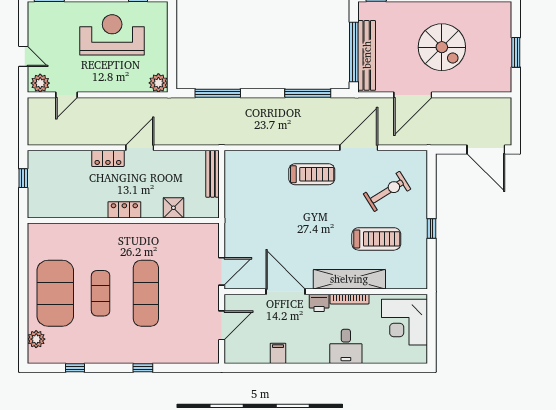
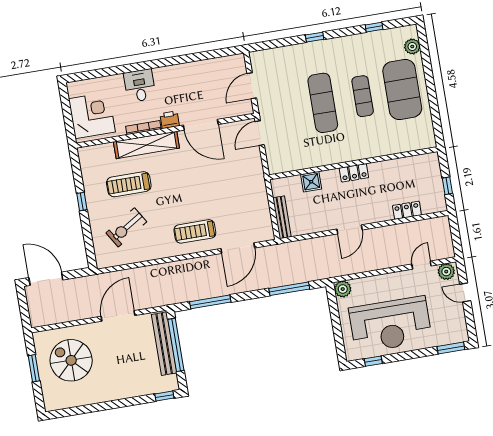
reception desk: (112, 35) -> (390, 324), width x1.36, depth x1.30
spiral stairs: (442, 47) -> (71, 360), moved
door: (359, 148) -> (238, 248), moved
locker: (108, 158) -> (407, 210), moved
filing cabinet: (278, 353) -> (198, 70), removed

